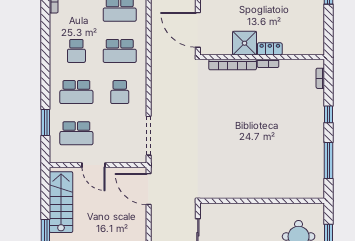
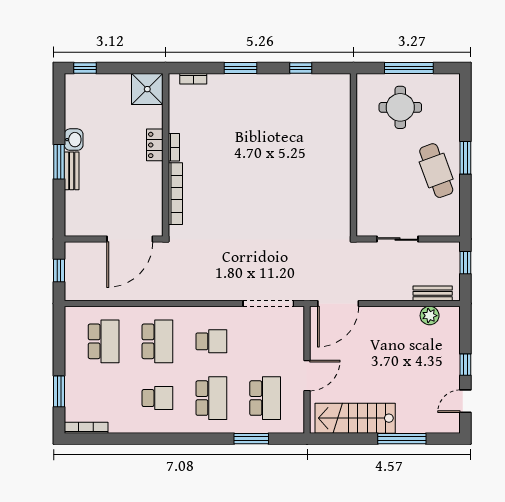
shower: (245, 43) -> (147, 89), moved
window: (329, 114) -> (240, 68), width x1.50
window: (329, 160) -> (301, 68), width x0.46

